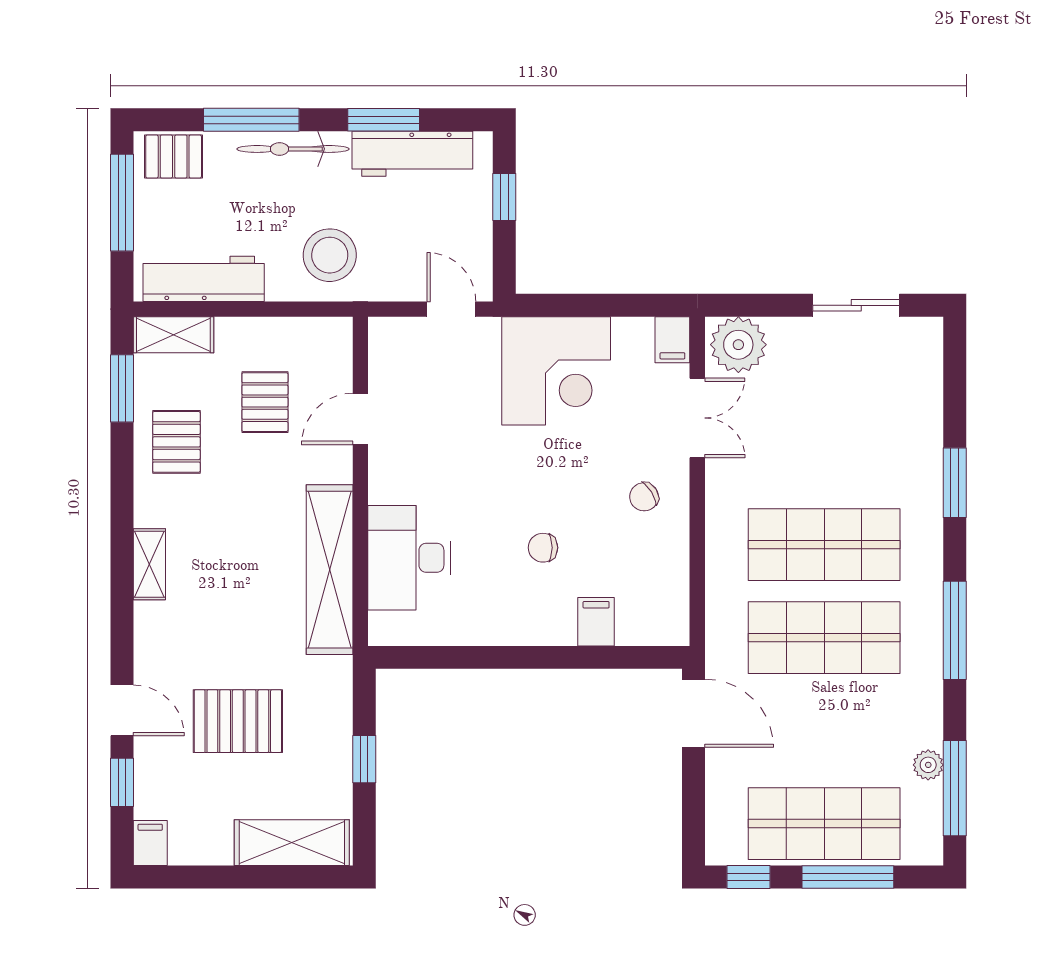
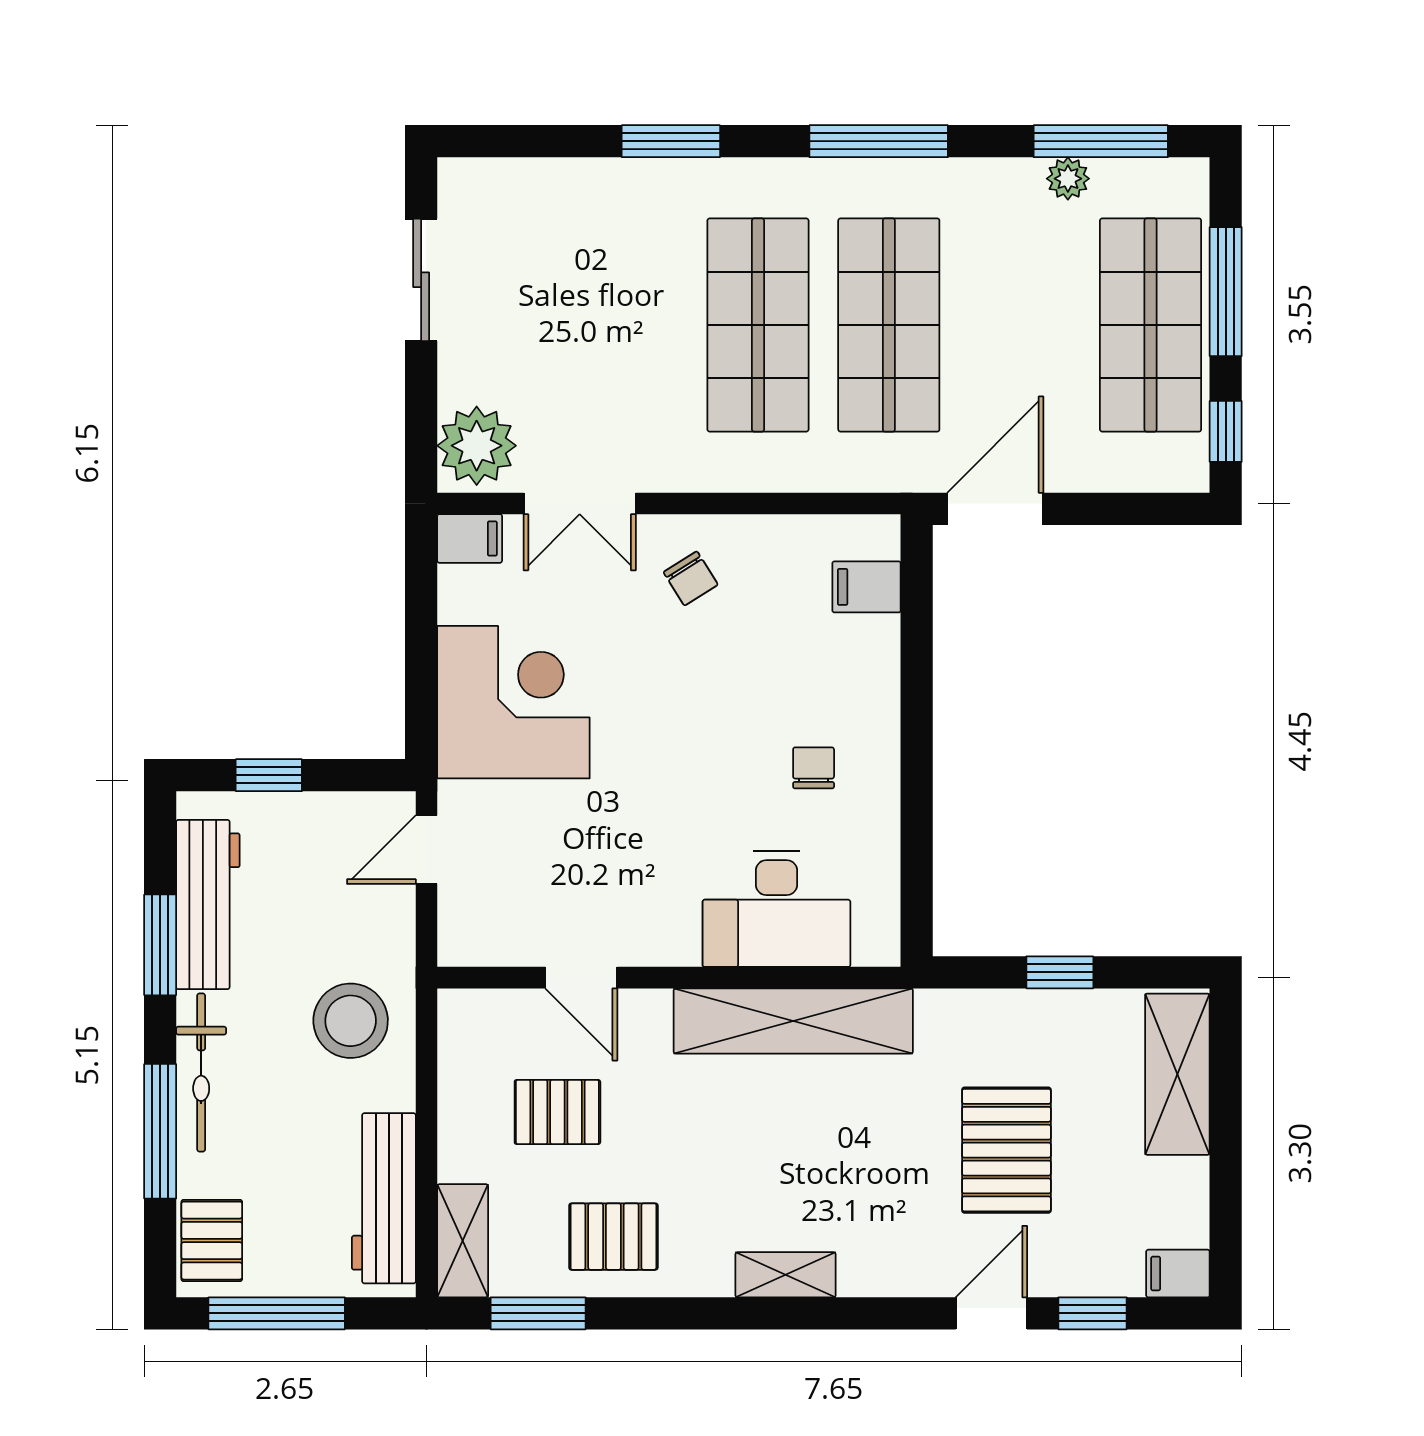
double door: (697, 418) -> (580, 503), swing flipped
chair: (543, 548) -> (814, 768), moved, turned 180
filing cabinet: (596, 622) -> (867, 587), moved

